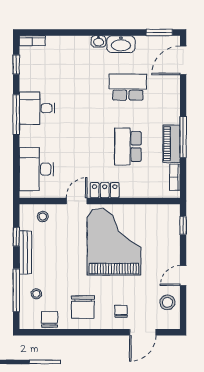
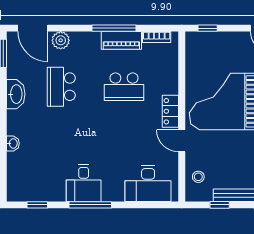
bookcase: (32, 41) -> (12, 188), removed
washbasin: (98, 41) -> (13, 143), moved
plant: (172, 87) -> (61, 40), added

